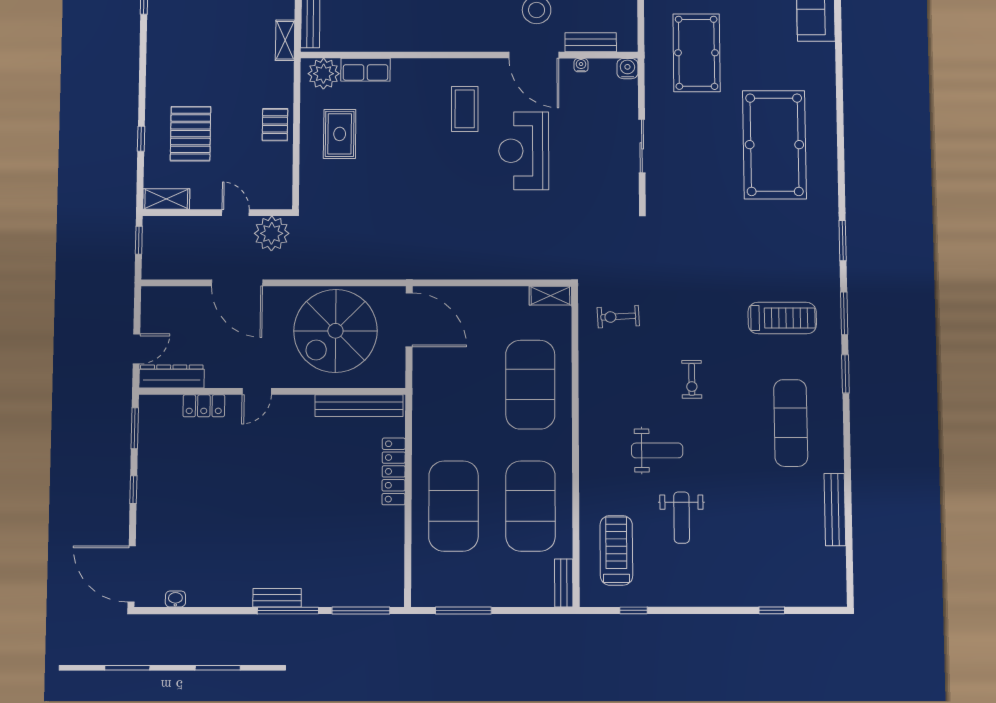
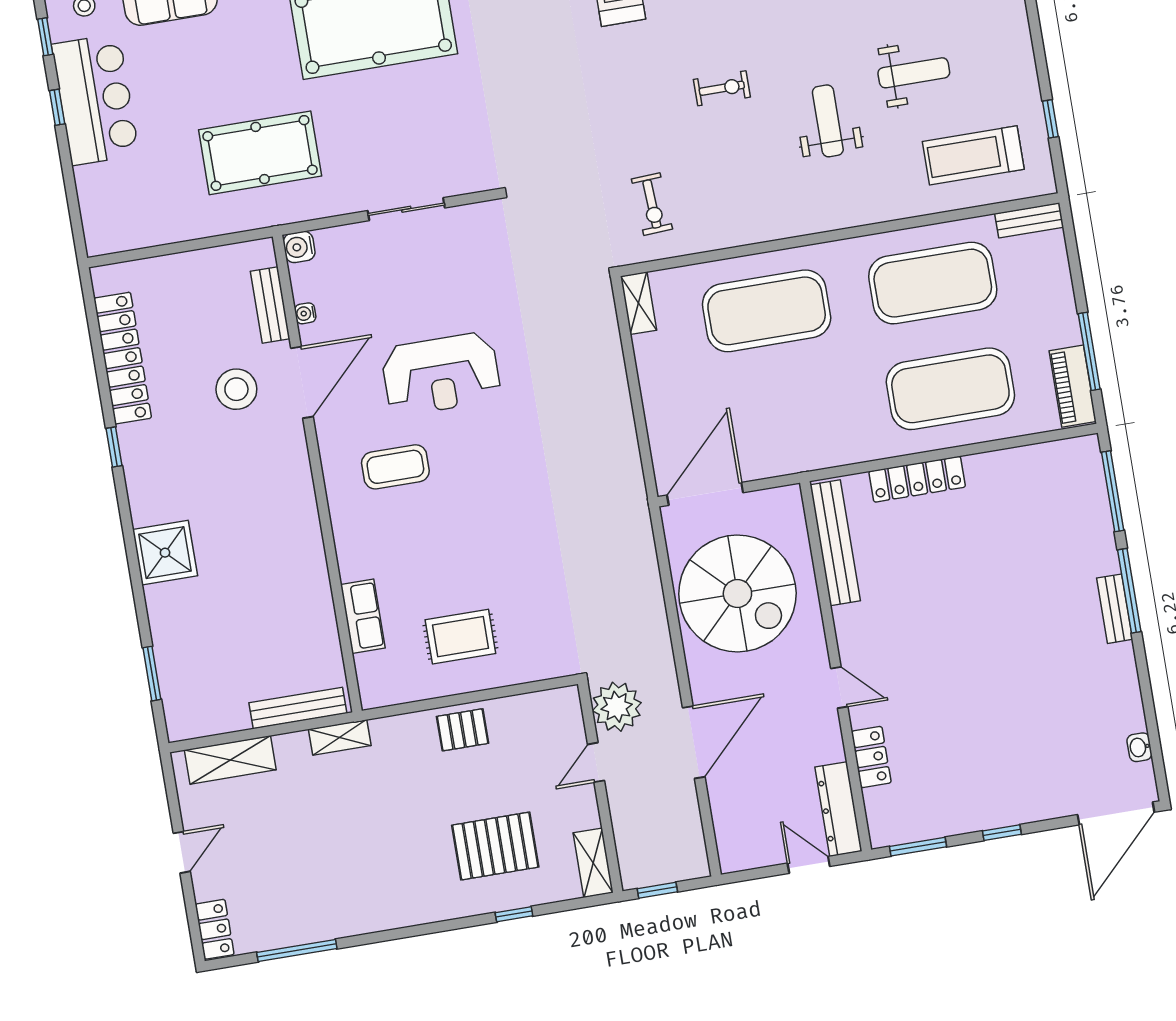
plant: (324, 74) -> (378, 675), removed
piano: (441, 594) -> (1073, 386), added

